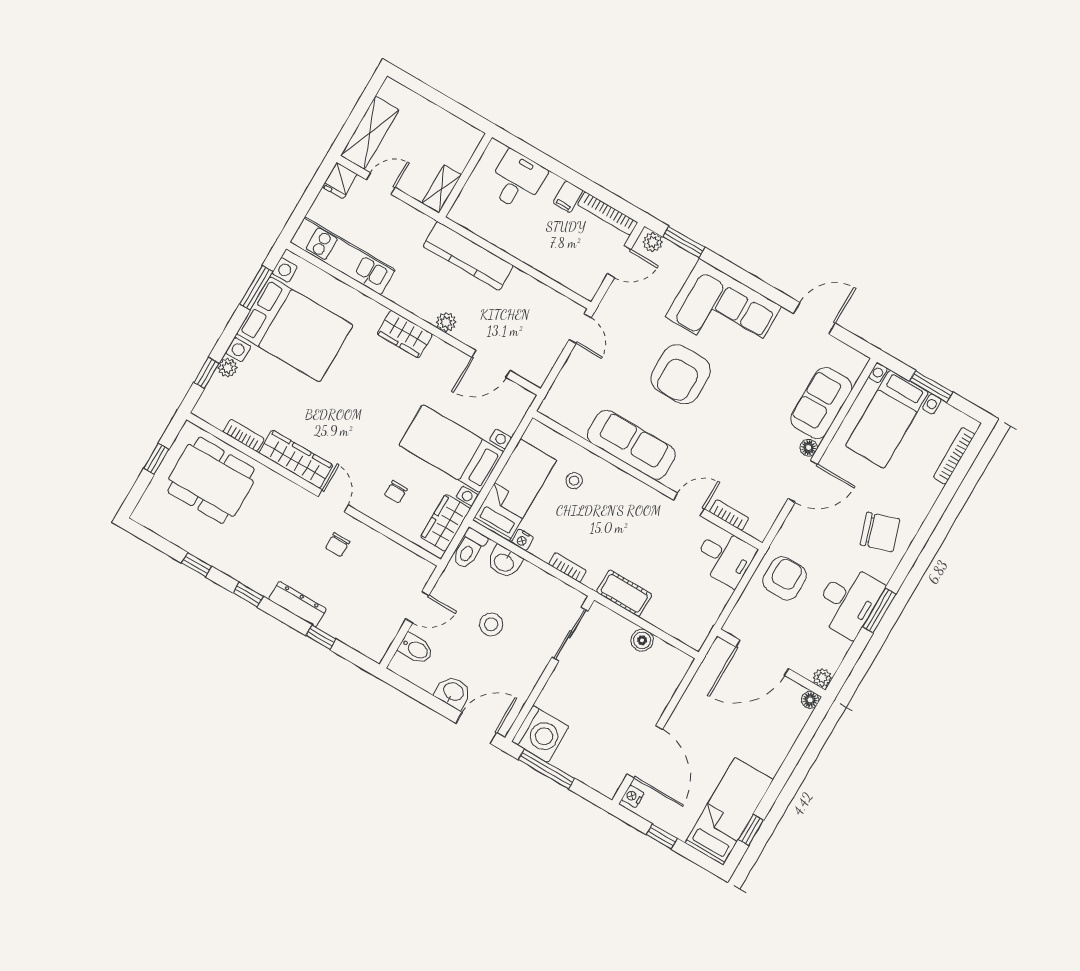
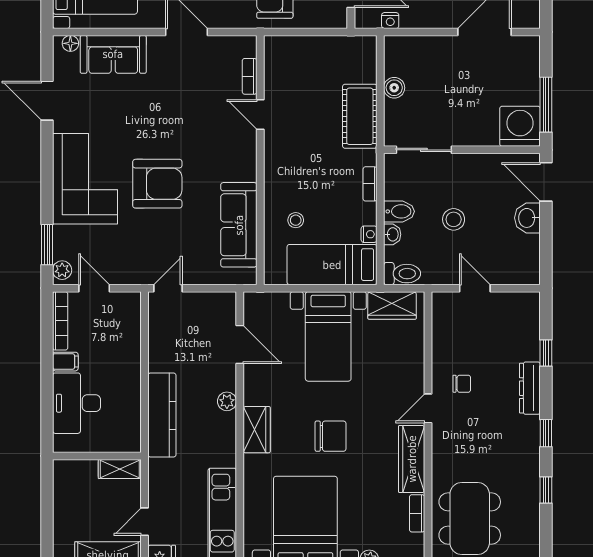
desk: (517, 180) -> (77, 403), width x1.37
door: (381, 184) -> (145, 522), hinge flipped
sofa: (631, 445) -> (239, 225), moved
floor lamp: (809, 448) -> (70, 43), moved
chair: (396, 492) -> (331, 436), moved, width x1.87, depth x1.87
desk: (725, 557) -> (286, 60), removed
washbasin: (504, 562) -> (392, 234), width x0.72, depth x0.69
cot: (624, 593) -> (360, 116), width x1.37, depth x1.34
bidet: (416, 649) -> (399, 211), moved, turned 90
nightstand: (633, 796) -> (390, 21), moved

